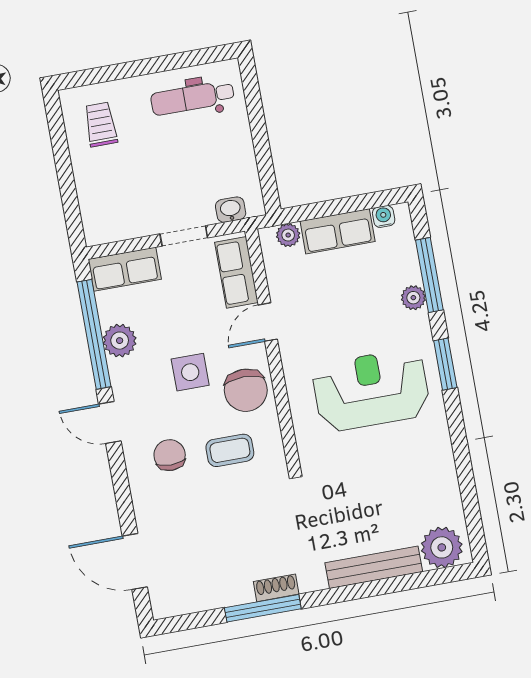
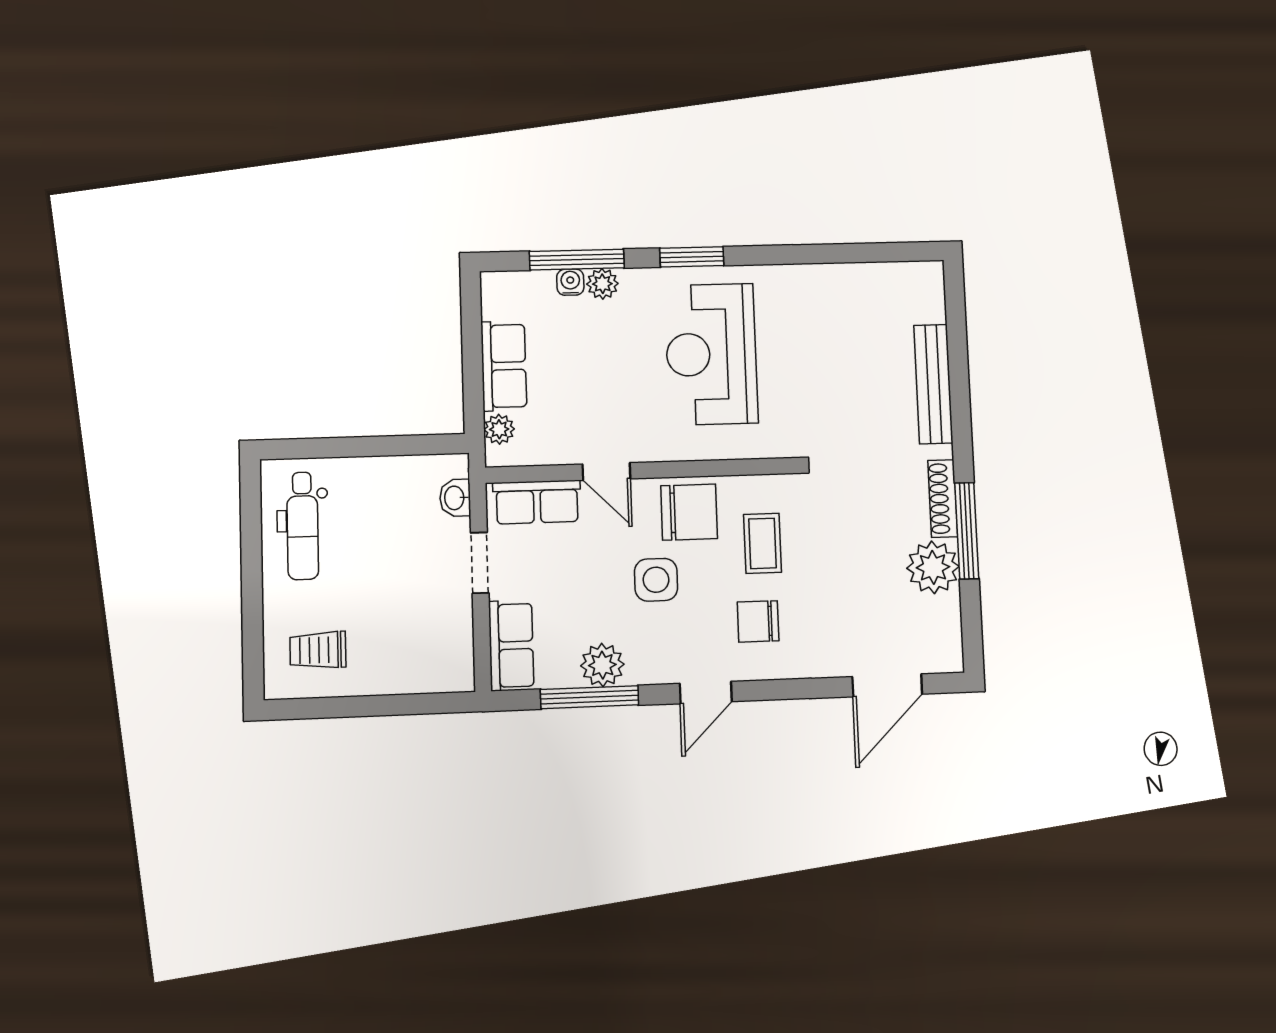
water cooler: (384, 216) -> (570, 282), moved, turned 90
window: (94, 334) -> (590, 697), width x0.68
plant: (442, 547) -> (933, 567), moved
shoe rack: (276, 588) -> (943, 499), width x1.43

